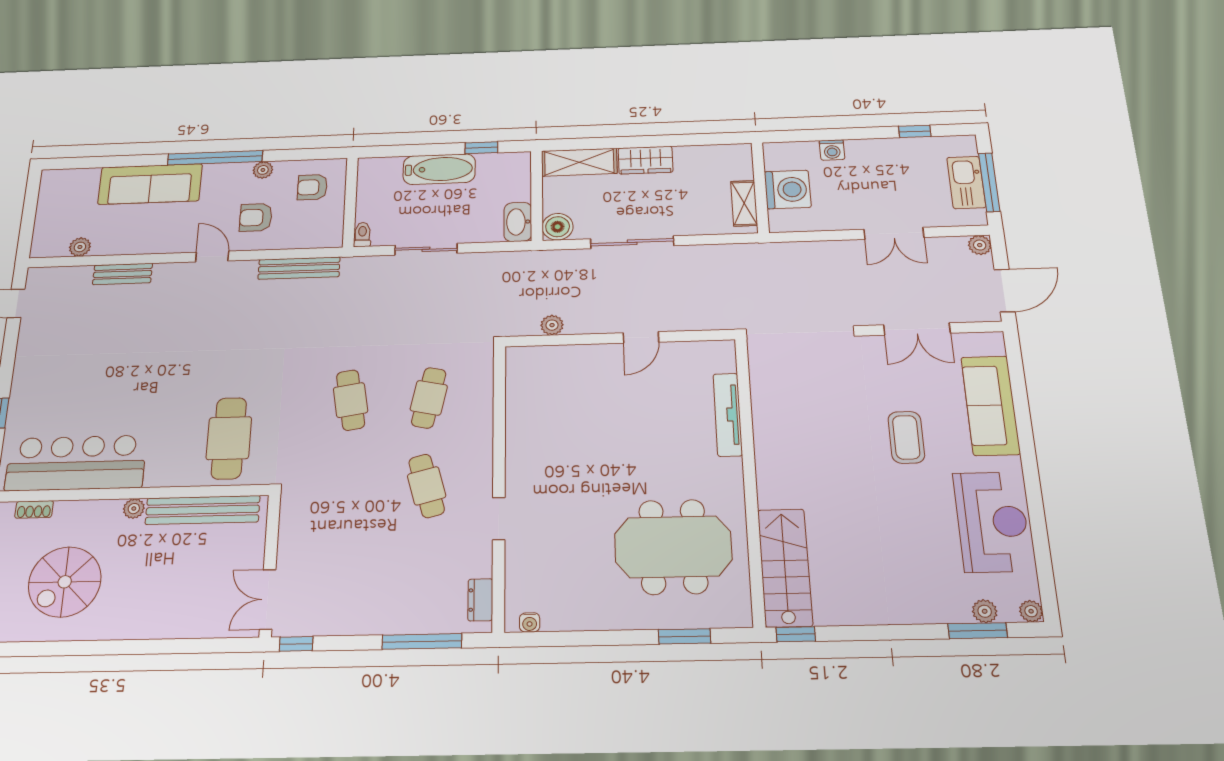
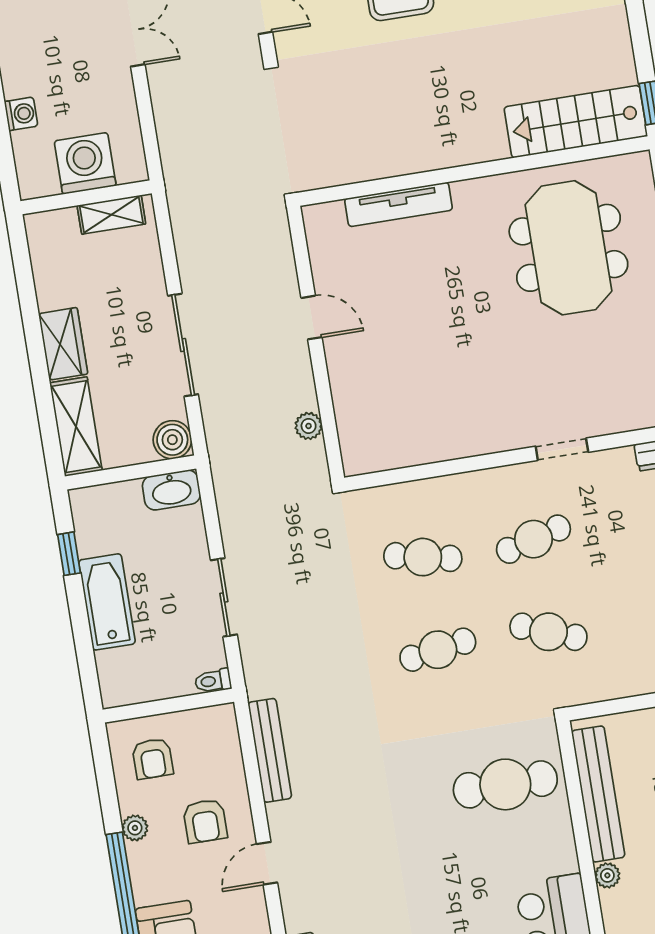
cafe table: (346, 488) -> (548, 632), added

